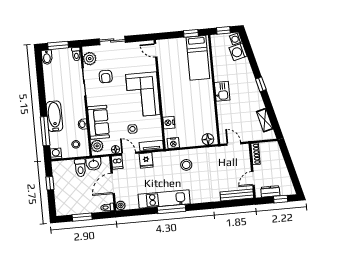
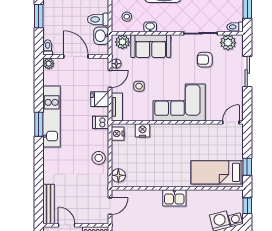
dishwasher: (117, 162) -> (101, 122), moved
stool: (186, 165) -> (99, 158), moved
window: (172, 209) -> (39, 124), width x0.69

